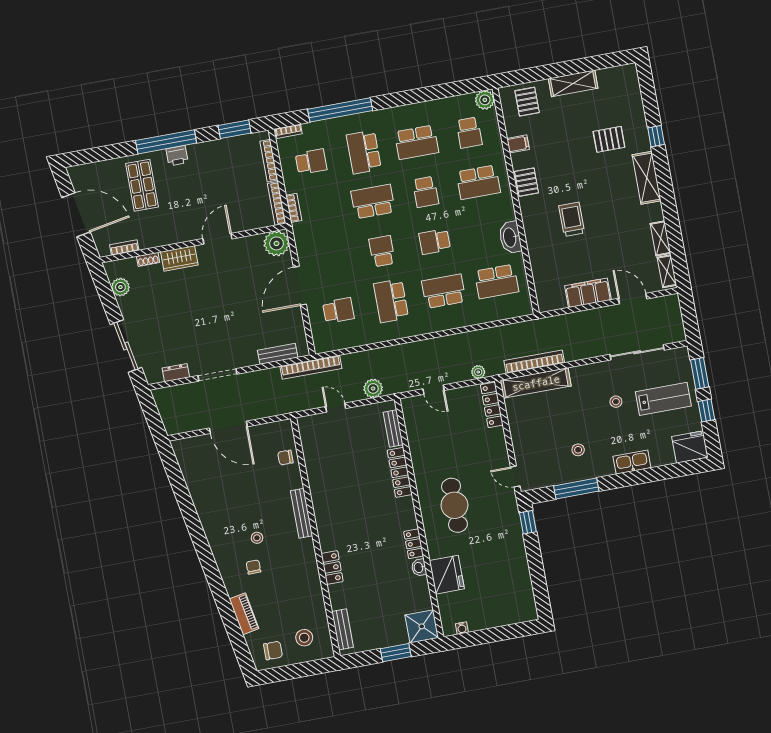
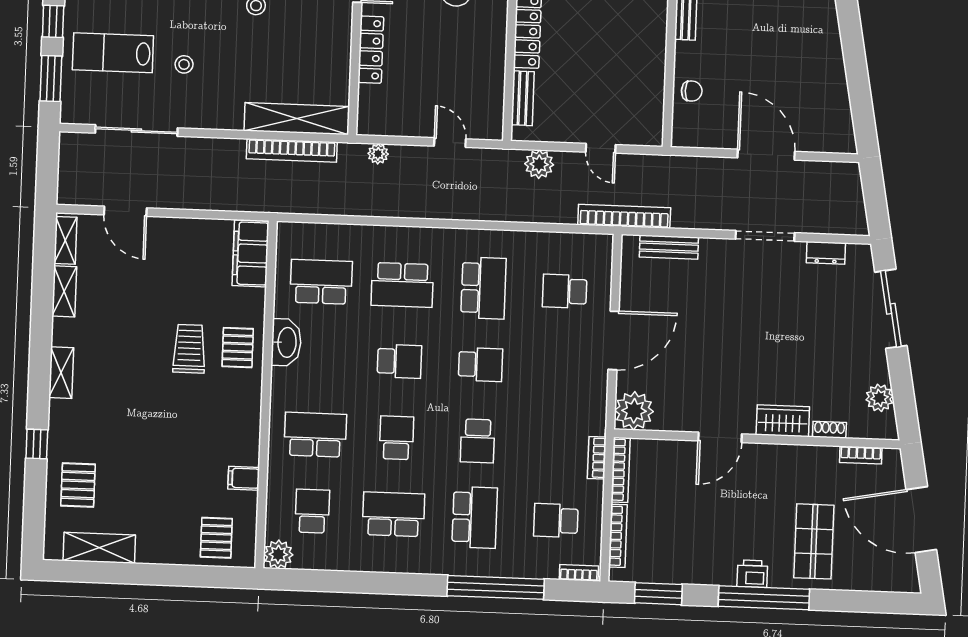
shelving: (573, 83) -> (99, 548), moved
pallet: (609, 139) -> (78, 485), moved, turned 90
shelving: (647, 178) -> (61, 373), width x0.67, depth x0.75
pallet: (527, 182) -> (238, 348), moved
school desk: (373, 202) -> (478, 441), width x0.54
trolley: (572, 219) -> (189, 349), turned 180
school desk: (382, 251) -> (481, 364), turned -90
filing cabinet: (588, 293) -> (251, 253), moved, turned 90
locker: (492, 405) -> (371, 50), moved

